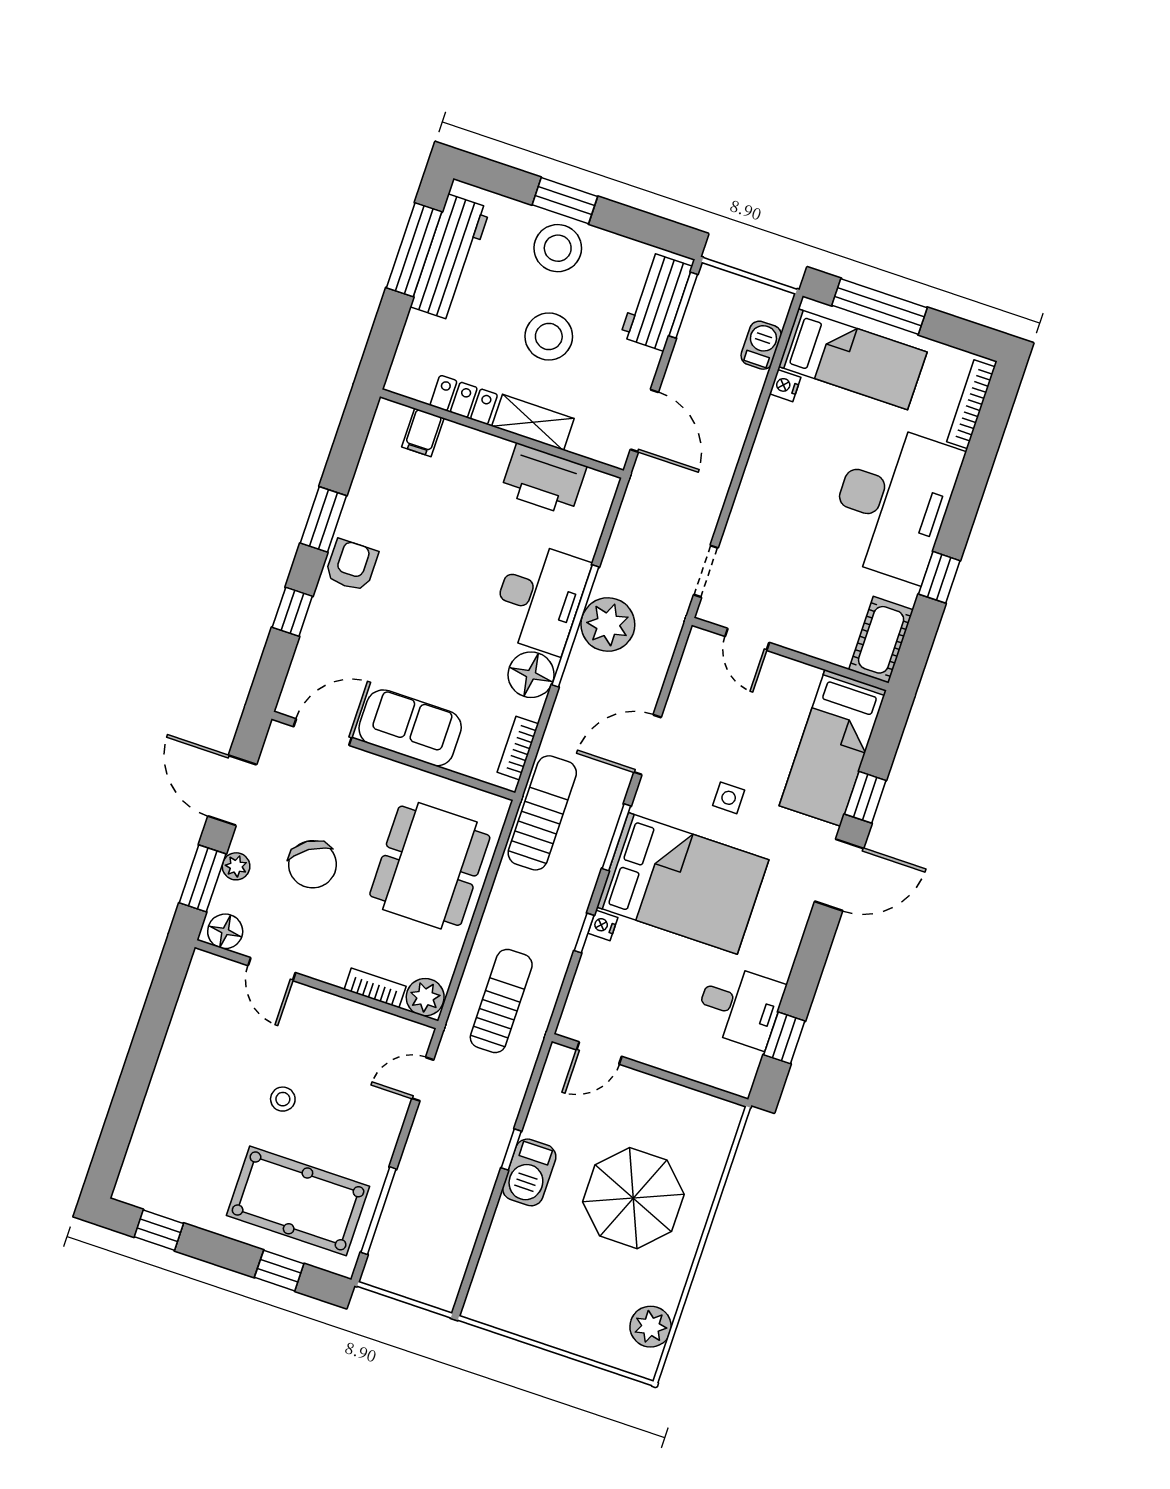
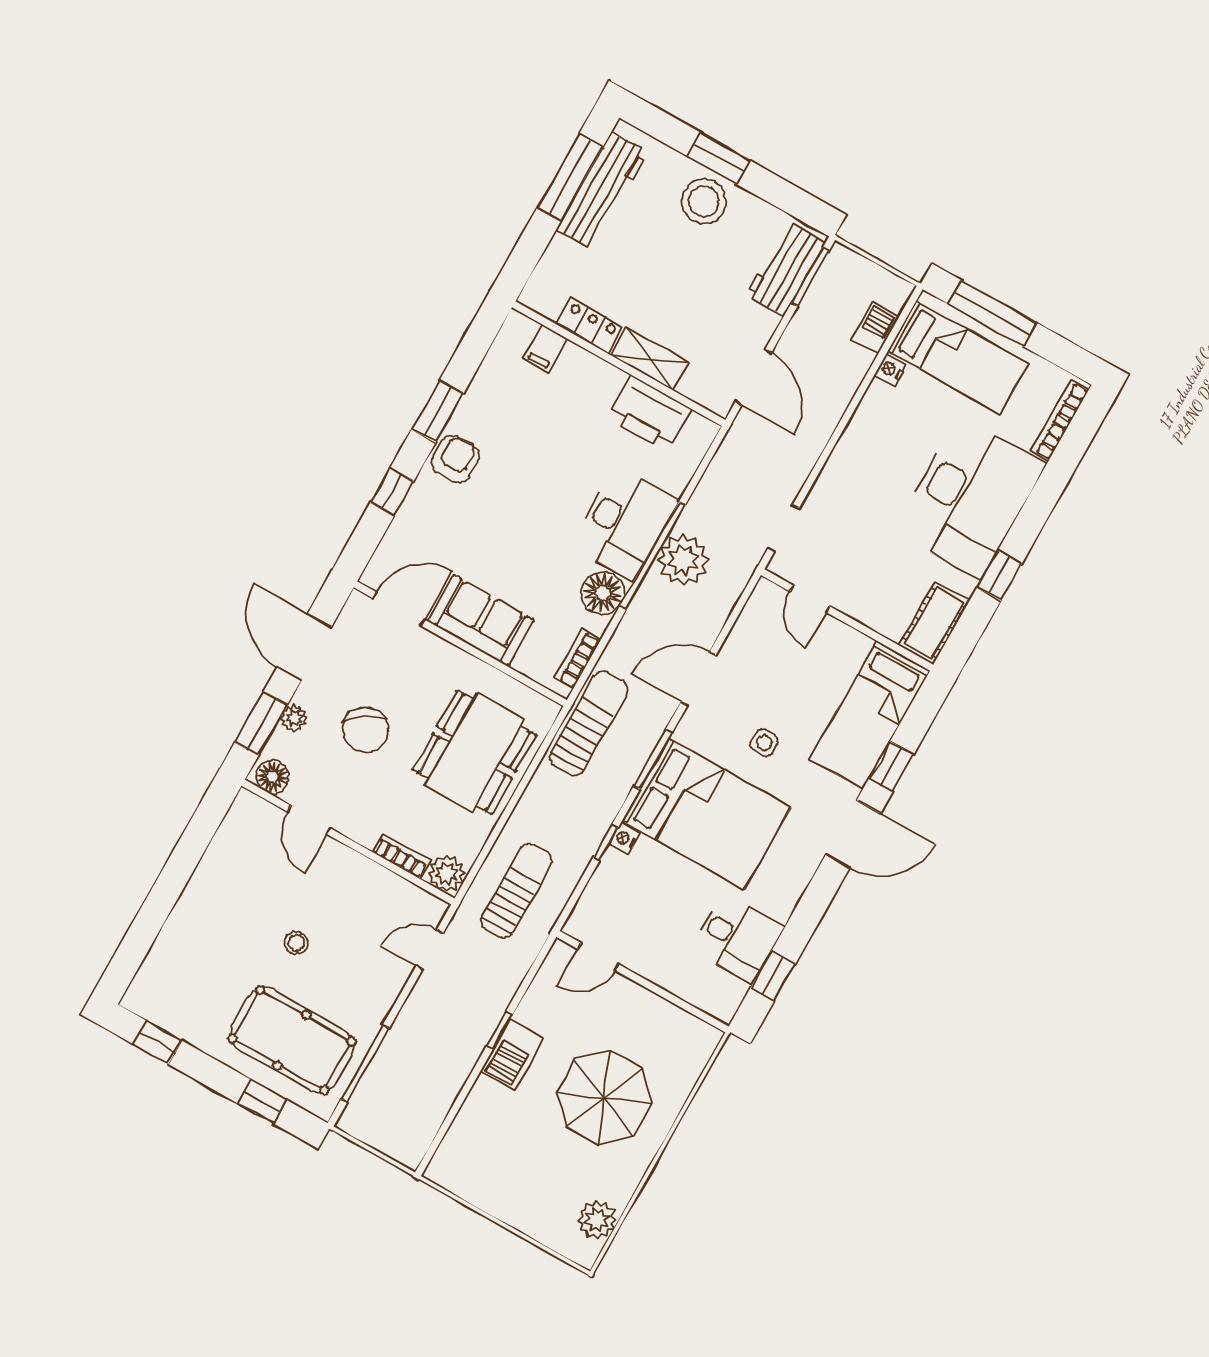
stool: (549, 336) -> (680, 282), removed

